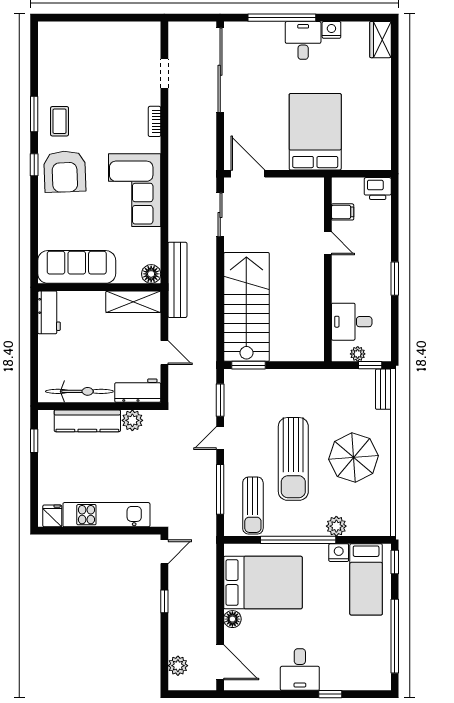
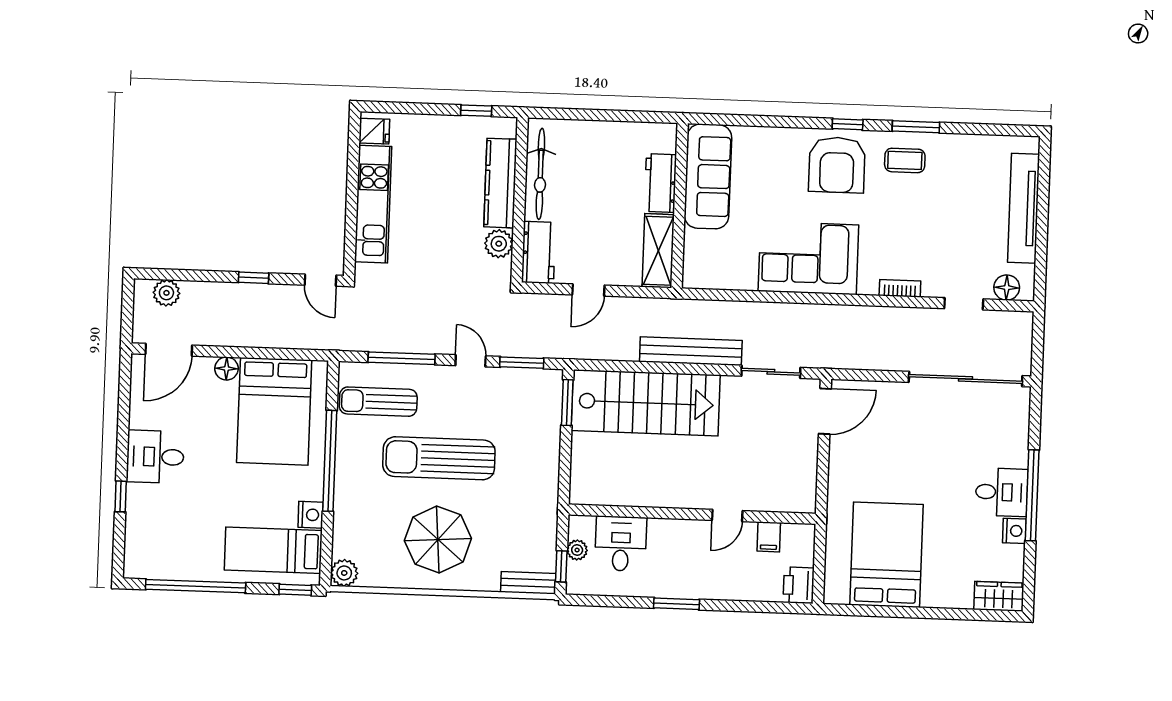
window: (282, 18) -> (1032, 495), moved
tv unit: (92, 32) -> (1024, 208), added
bed: (315, 132) -> (887, 555), moved, turned -90
armchair: (65, 172) -> (837, 165), turned -88
floor lamp: (151, 274) -> (1007, 288), moved
bench: (177, 280) -> (691, 351), moved
workbench: (49, 312) -> (660, 183), moved, turned 90
plant: (336, 526) -> (344, 573), moved

